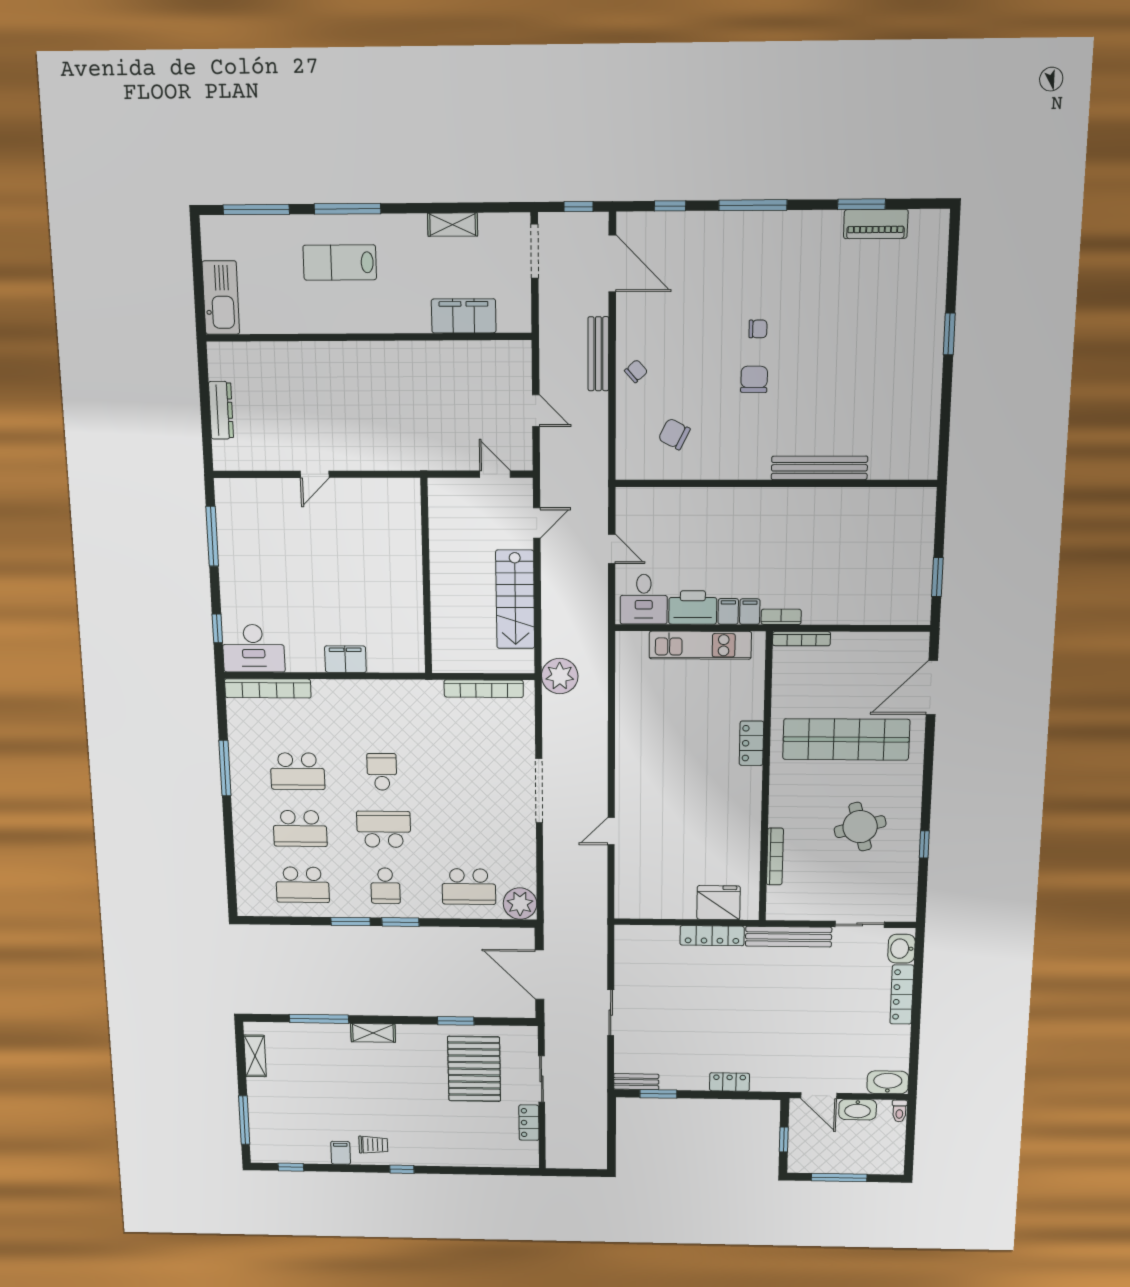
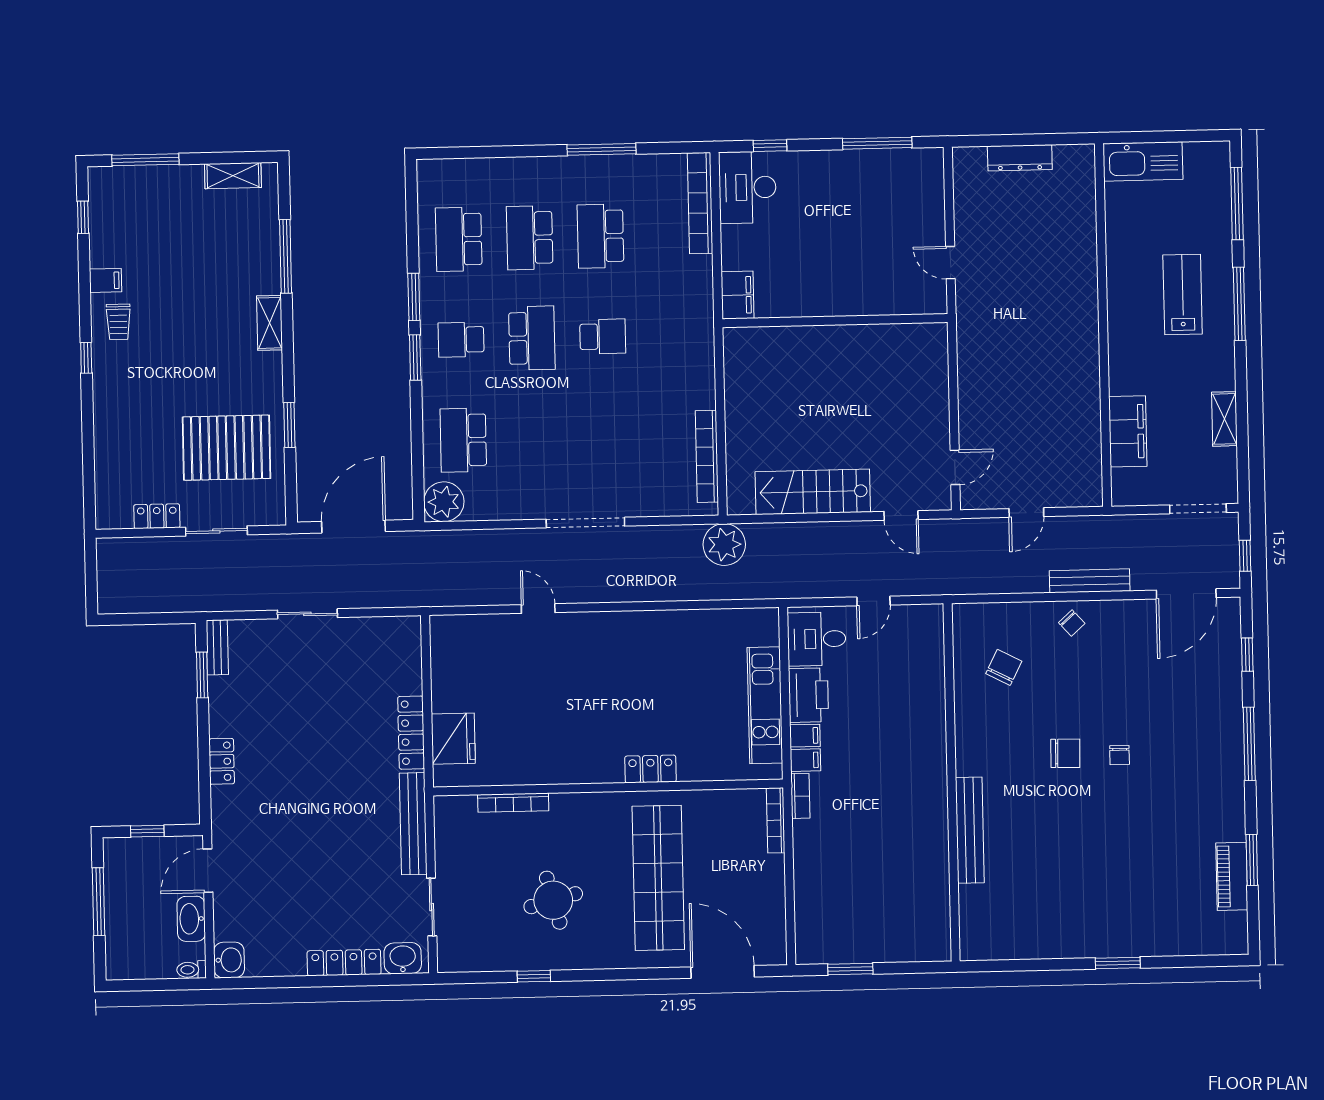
wall: (426, 577) -> (835, 321), moved
washbasin: (888, 1082) -> (229, 960), width x0.72

